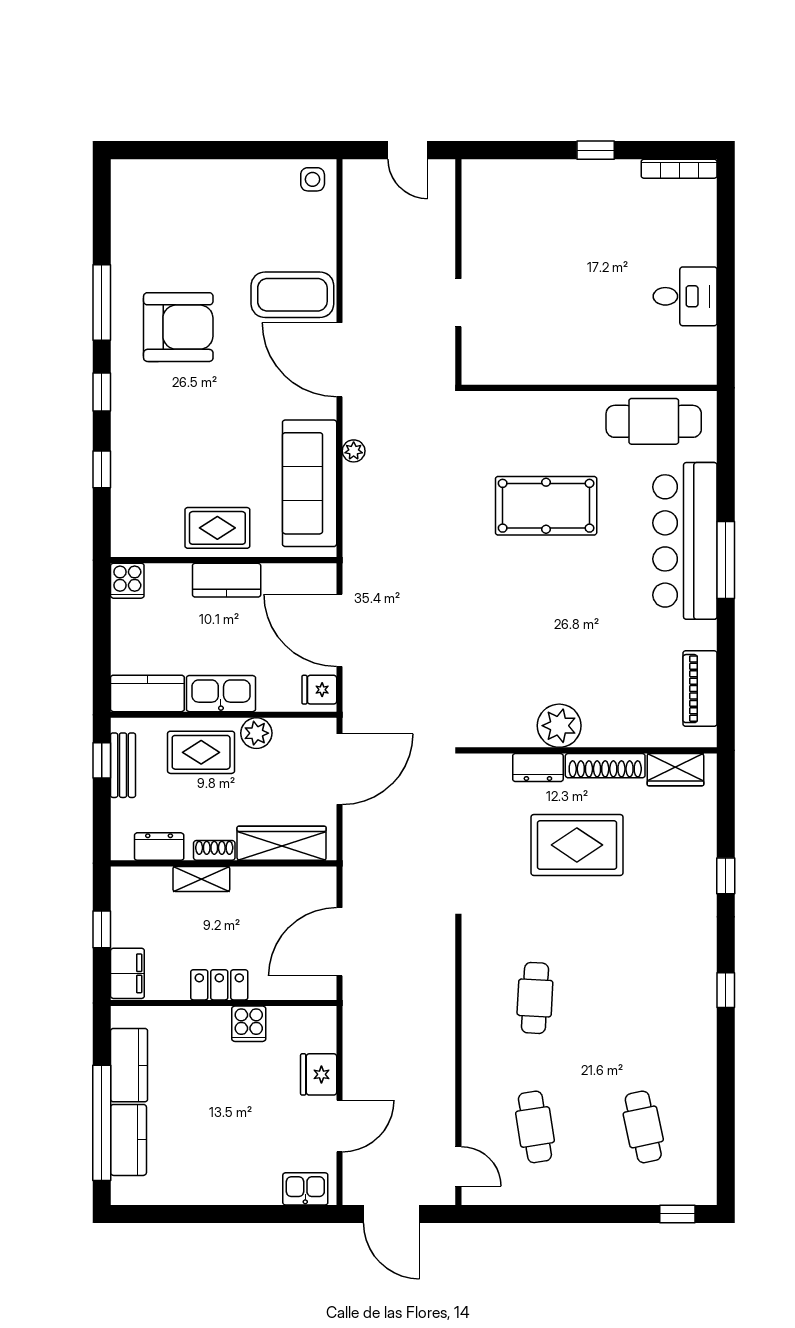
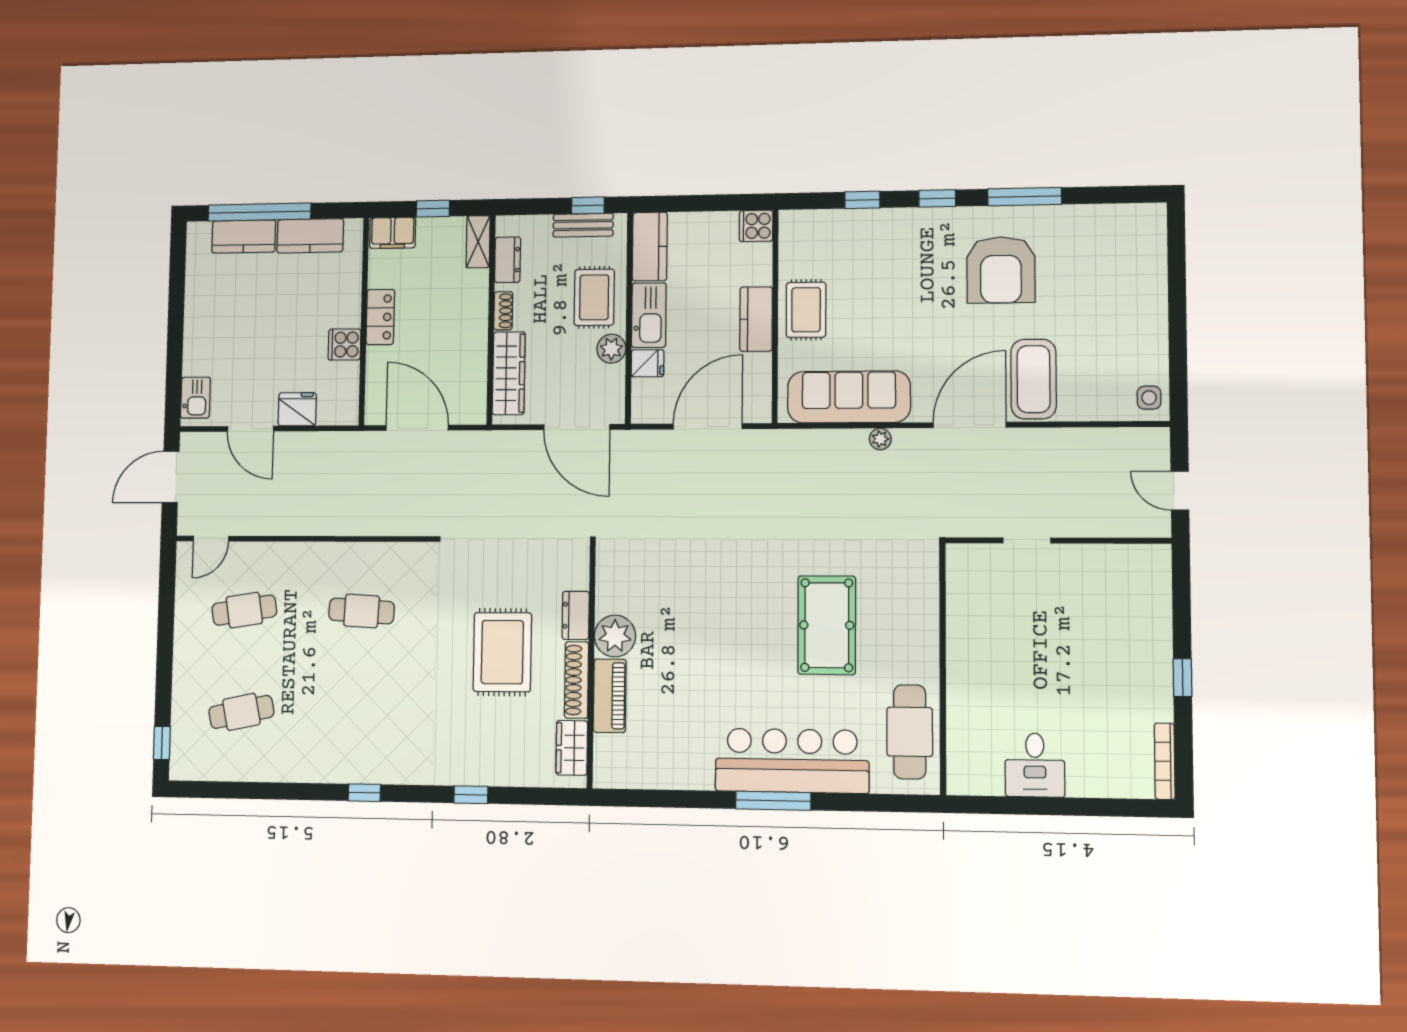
door: (408, 150) -> (1180, 491), hinge flipped
piano: (700, 689) -> (610, 696), moved, turned 90
fridge: (319, 690) -> (647, 363), moved, turned 90
shelving: (201, 879) -> (478, 242), moved

